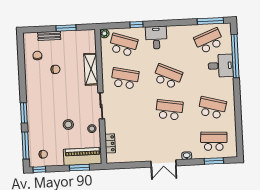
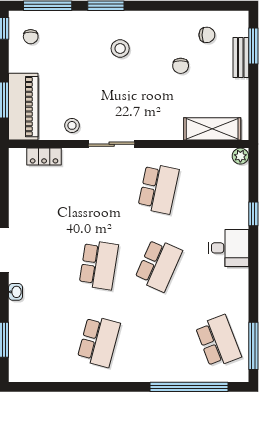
window: (66, 28) -> (253, 46), moved
school desk: (123, 45) -> (218, 189), removed
desk: (221, 66) -> (173, 360), removed
shelving: (91, 69) -> (212, 129), moved
stool: (68, 125) -> (120, 48), moved
school desk: (214, 141) -> (39, 341), removed

